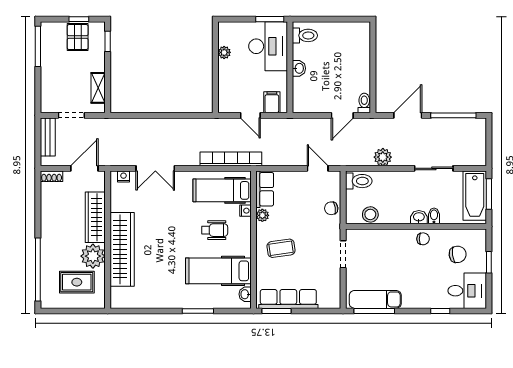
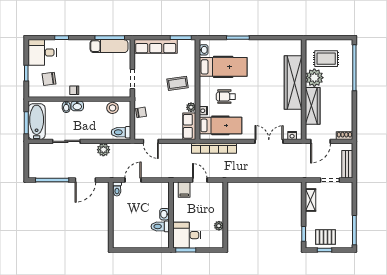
toilet: (305, 35) -> (160, 226), moved
pallet: (78, 37) -> (325, 237), turned 90
desk: (268, 46) -> (187, 235), width x0.73
row of seats: (288, 299) -> (156, 46), moved

